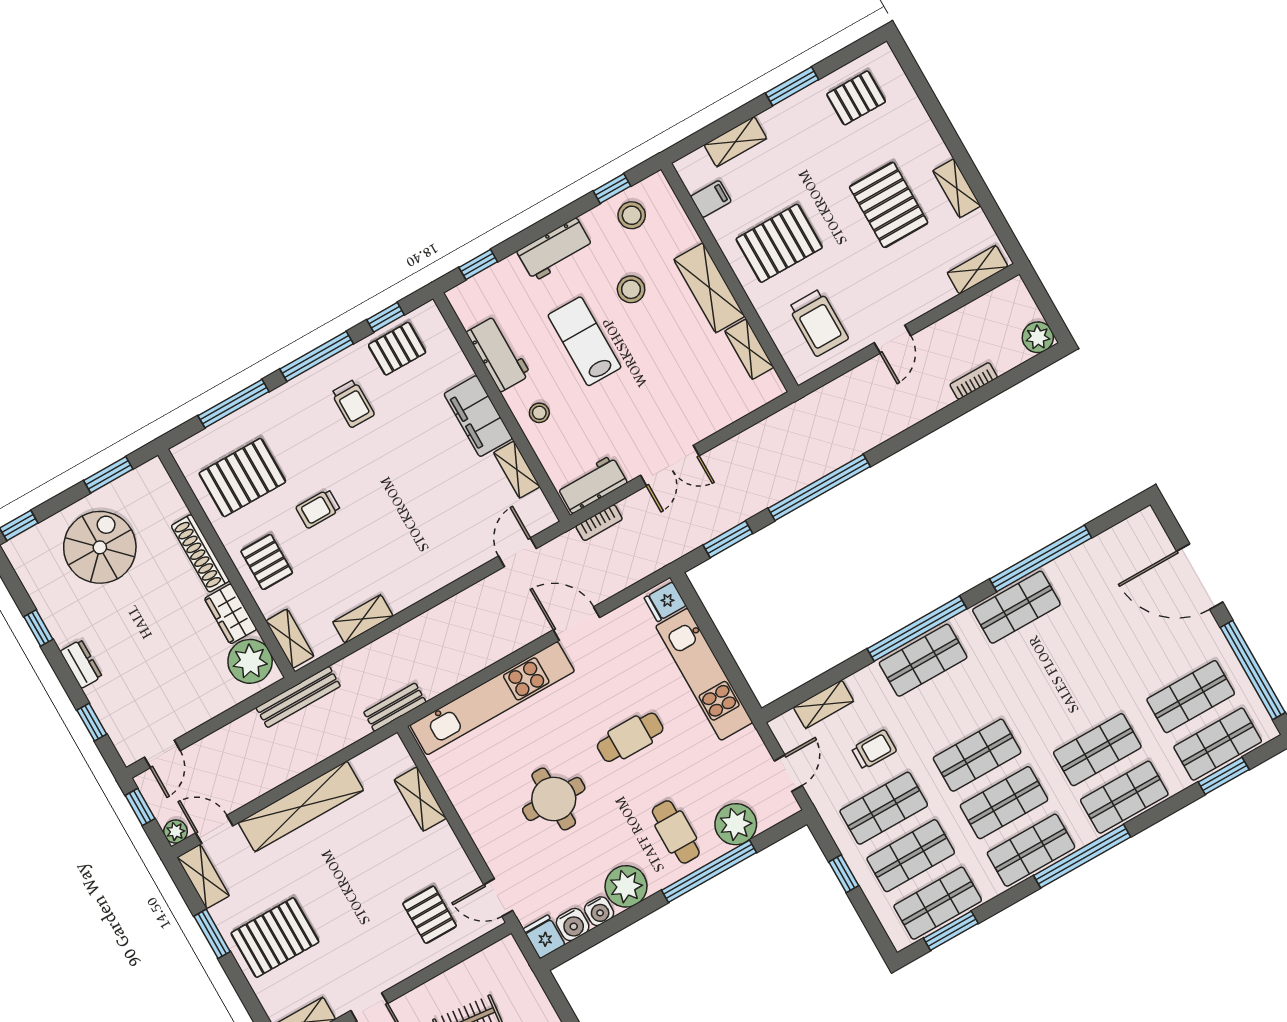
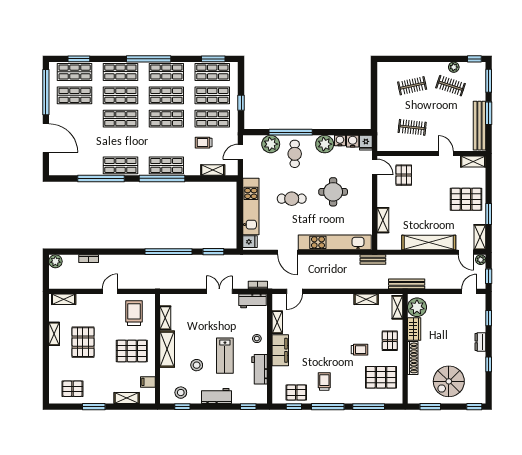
shop shelf: (1070, 702) -> (120, 119), added

